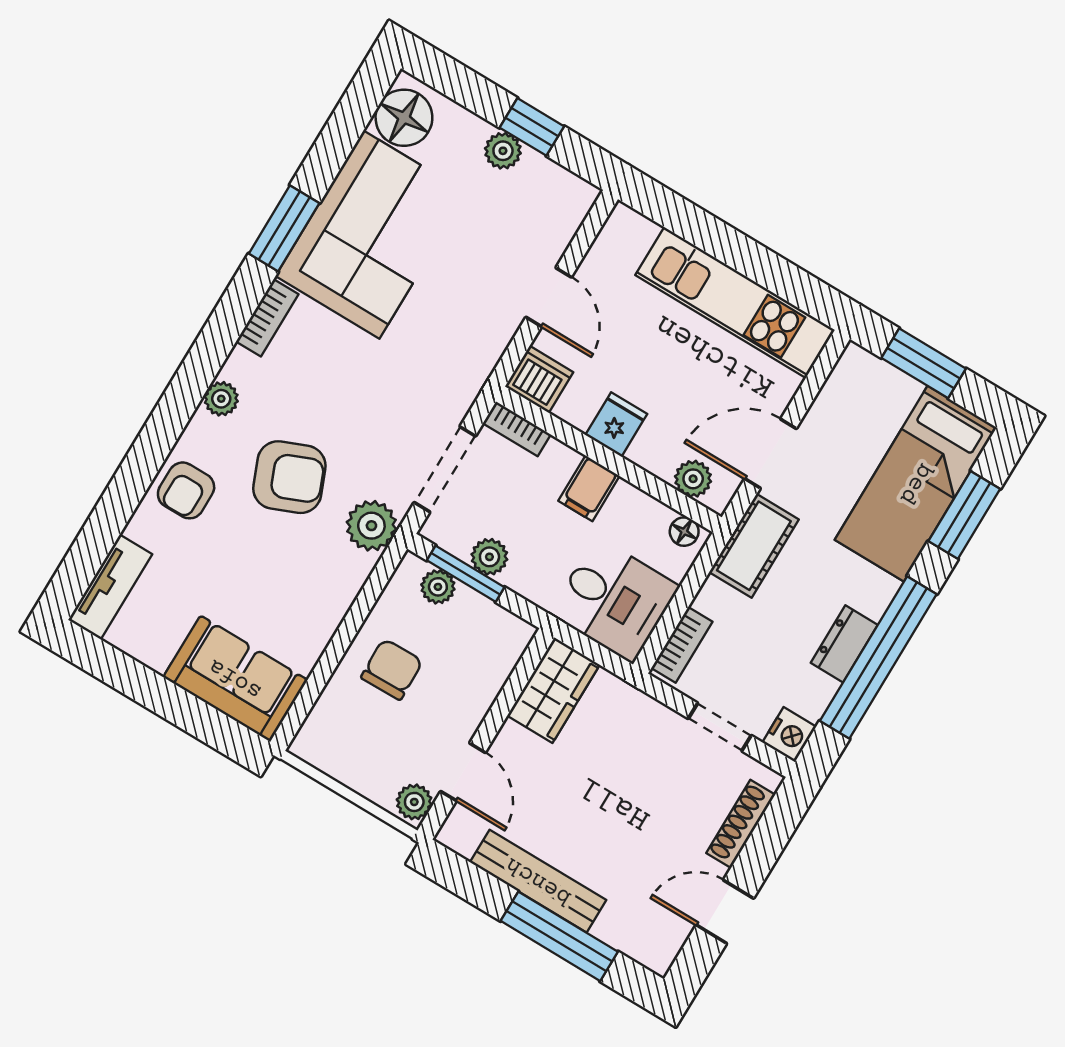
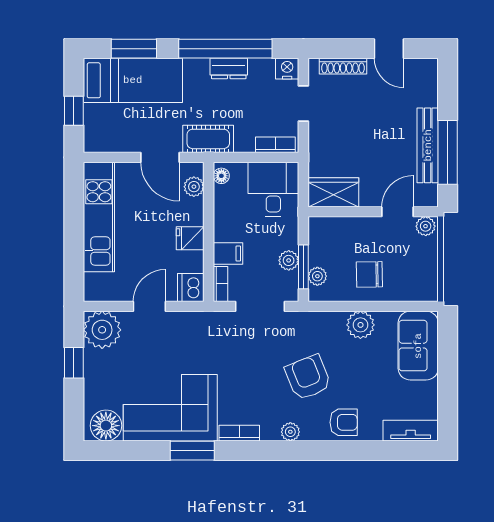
plant: (503, 151) -> (102, 330), moved, width x1.88, depth x1.88
window: (924, 363) -> (74, 111), width x0.67
filing cabinet: (589, 488) -> (228, 253), moved
plant: (371, 526) -> (360, 325), moved
window: (559, 936) -> (448, 152), moved

